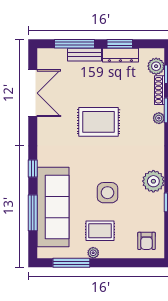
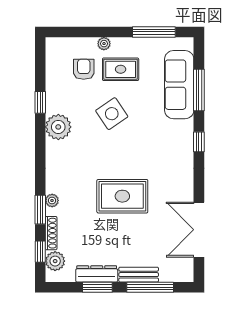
side table: (107, 193) -> (112, 114), turned -34
sofa: (53, 207) -> (179, 85), width x0.74, depth x0.79
armchair: (146, 241) -> (84, 69), moved
plant: (93, 253) -> (104, 44), moved

